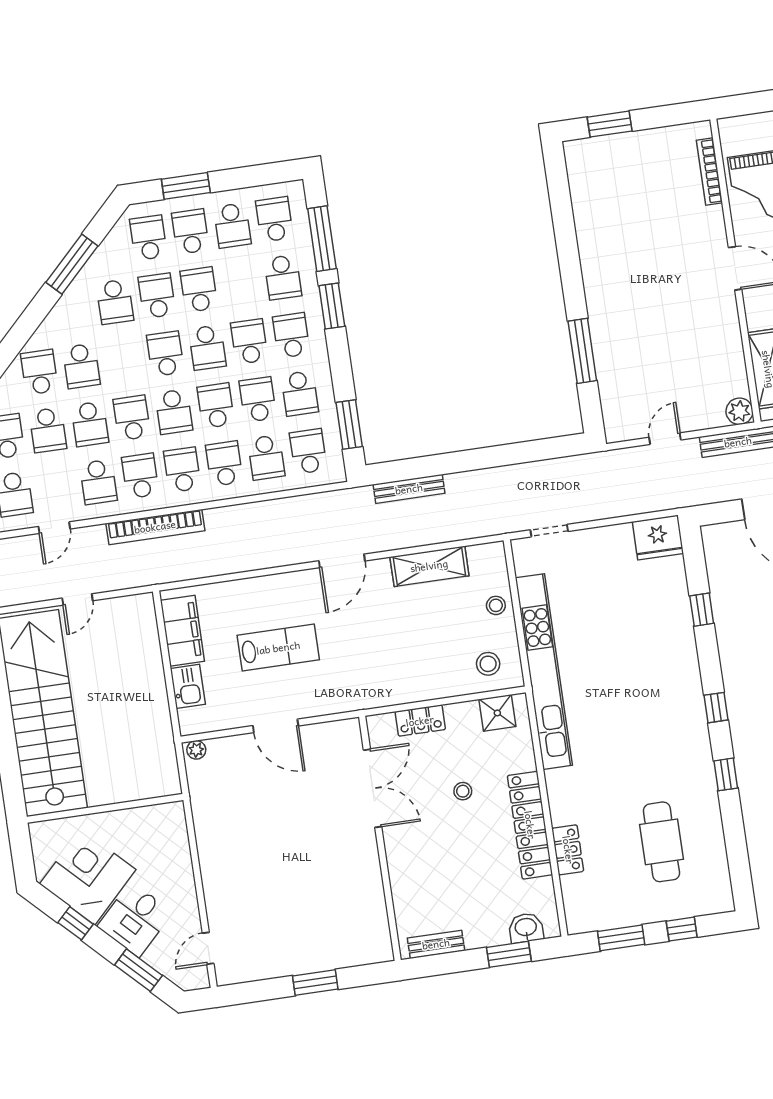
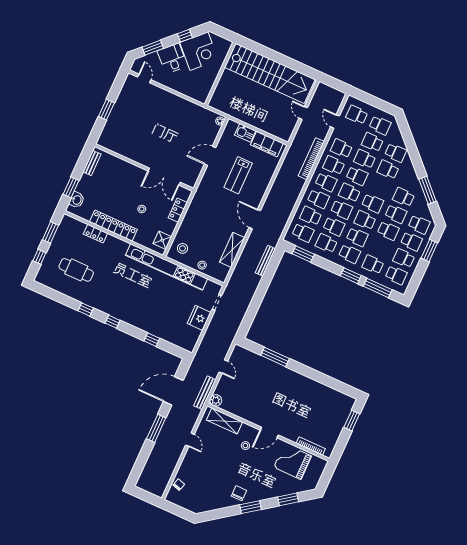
school desk: (140, 476) -> (334, 165), turned 180
fridge: (658, 538) -> (199, 318), moved

